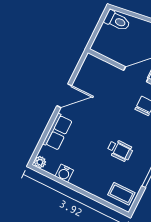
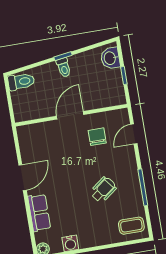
wheelchair: (120, 150) -> (103, 190), turned -37

